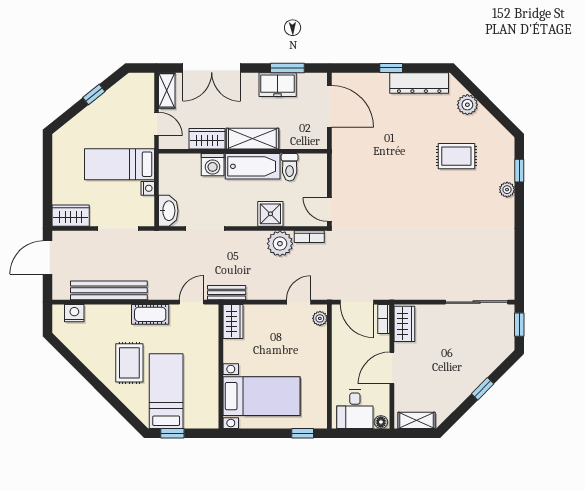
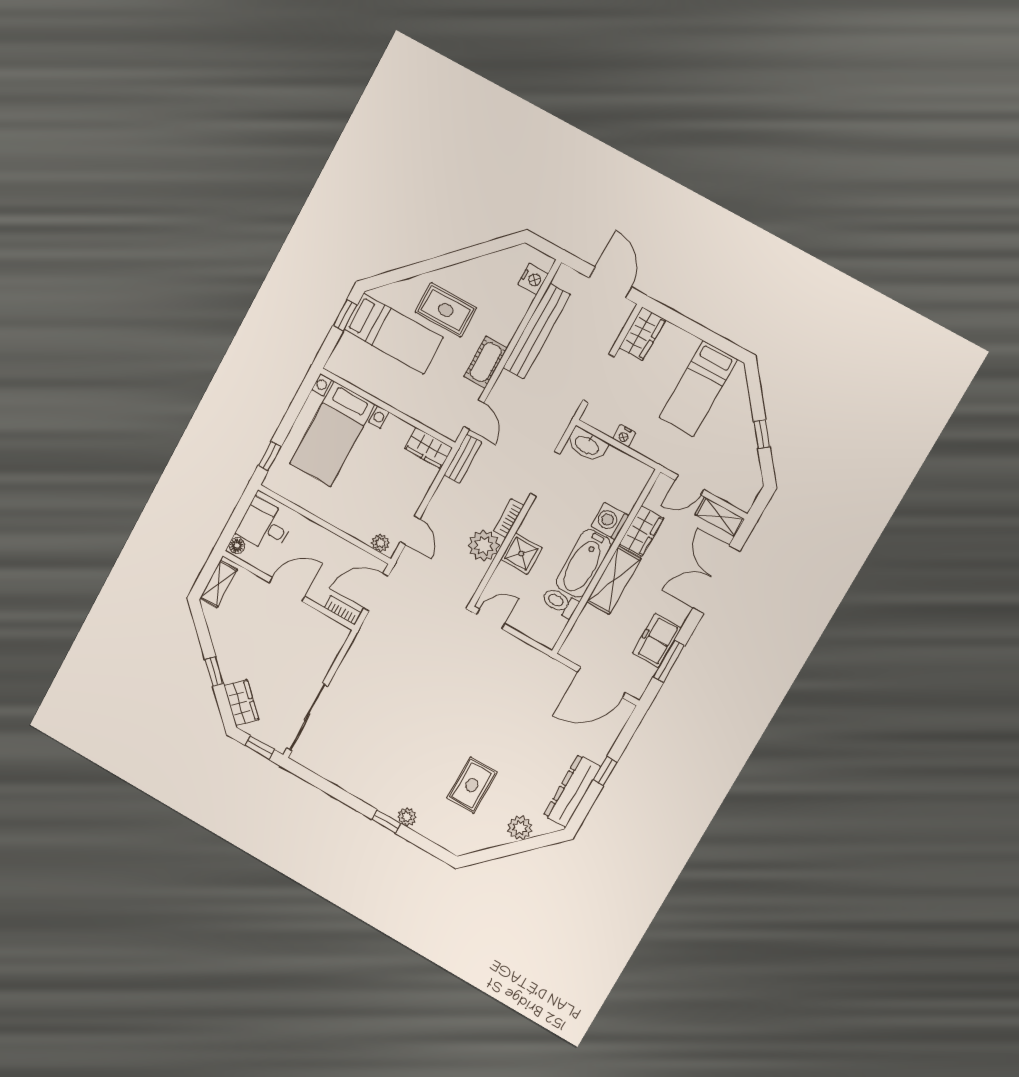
bed: (120, 164) -> (698, 389), moved, turned 180
window: (519, 171) -> (386, 822), moved
bookcase: (309, 237) -> (509, 518), moved
wardrobe: (404, 324) -> (241, 703), moved, turned -135
door: (392, 368) -> (287, 589), hinge flipped

